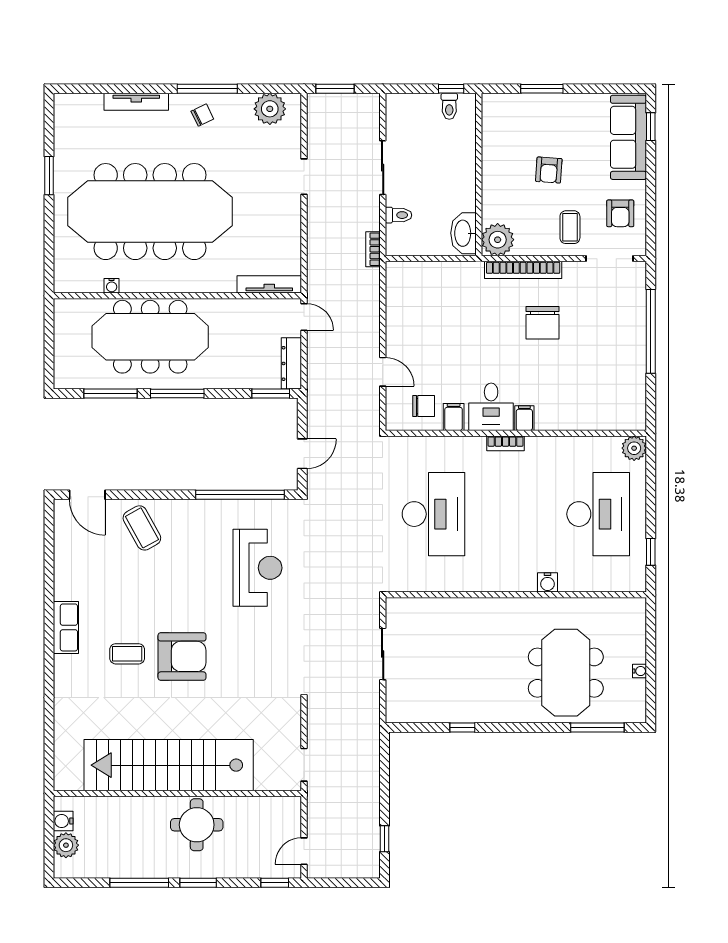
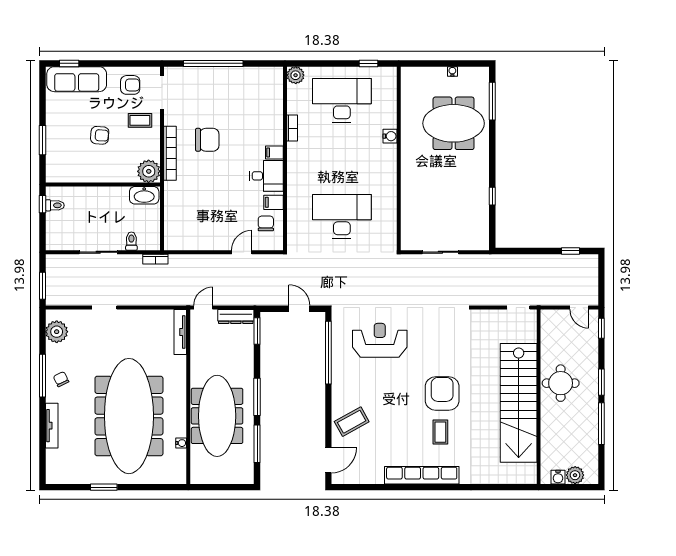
bookcase: (506, 443) -> (292, 128), moved
row of seats: (66, 627) -> (422, 475), width x2.02

